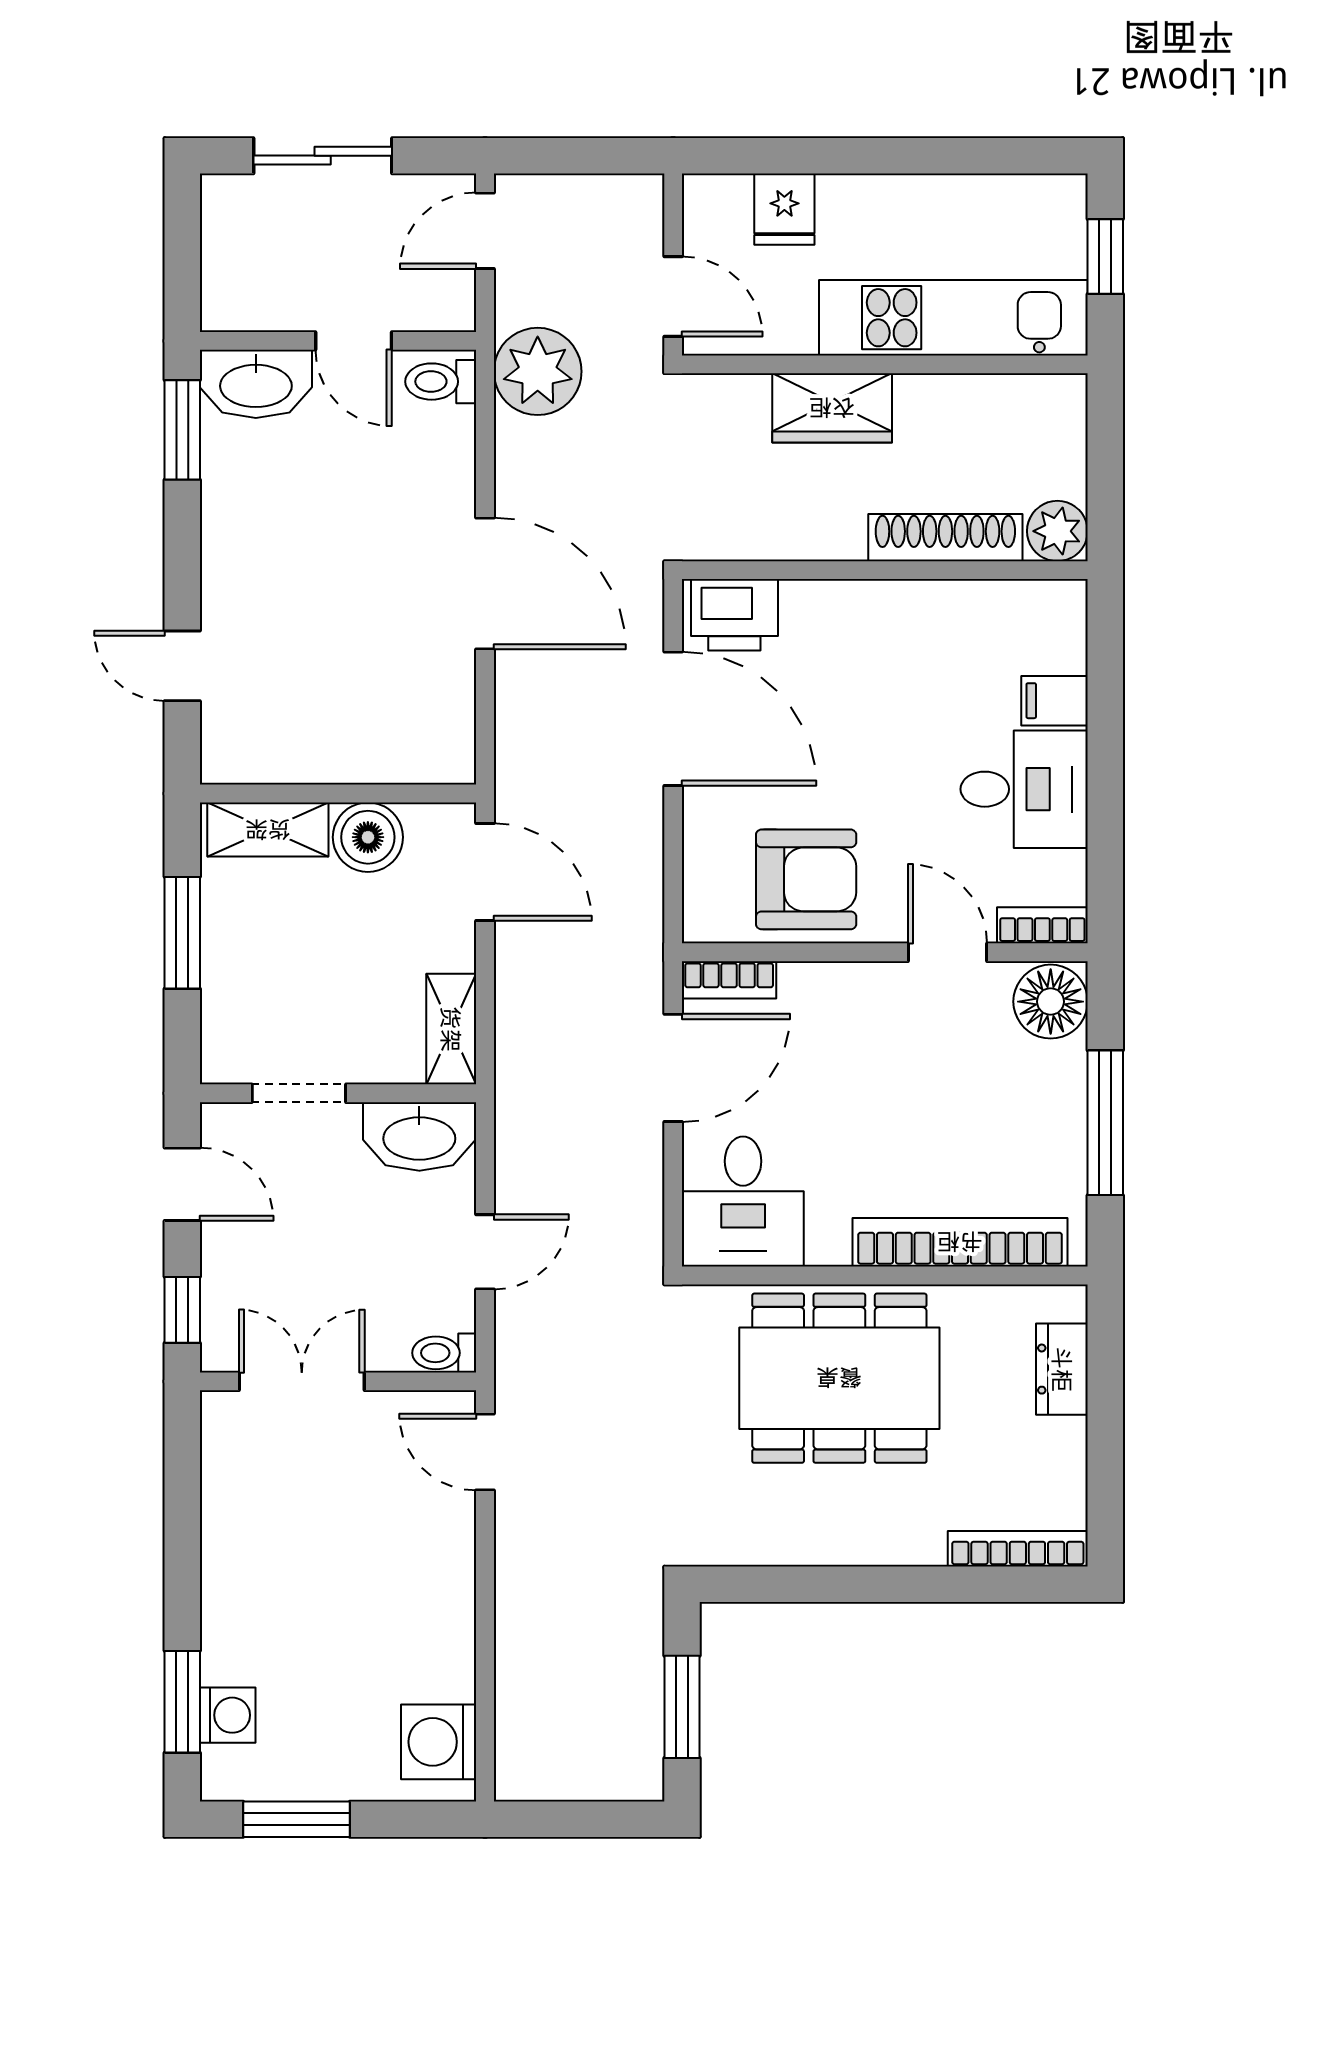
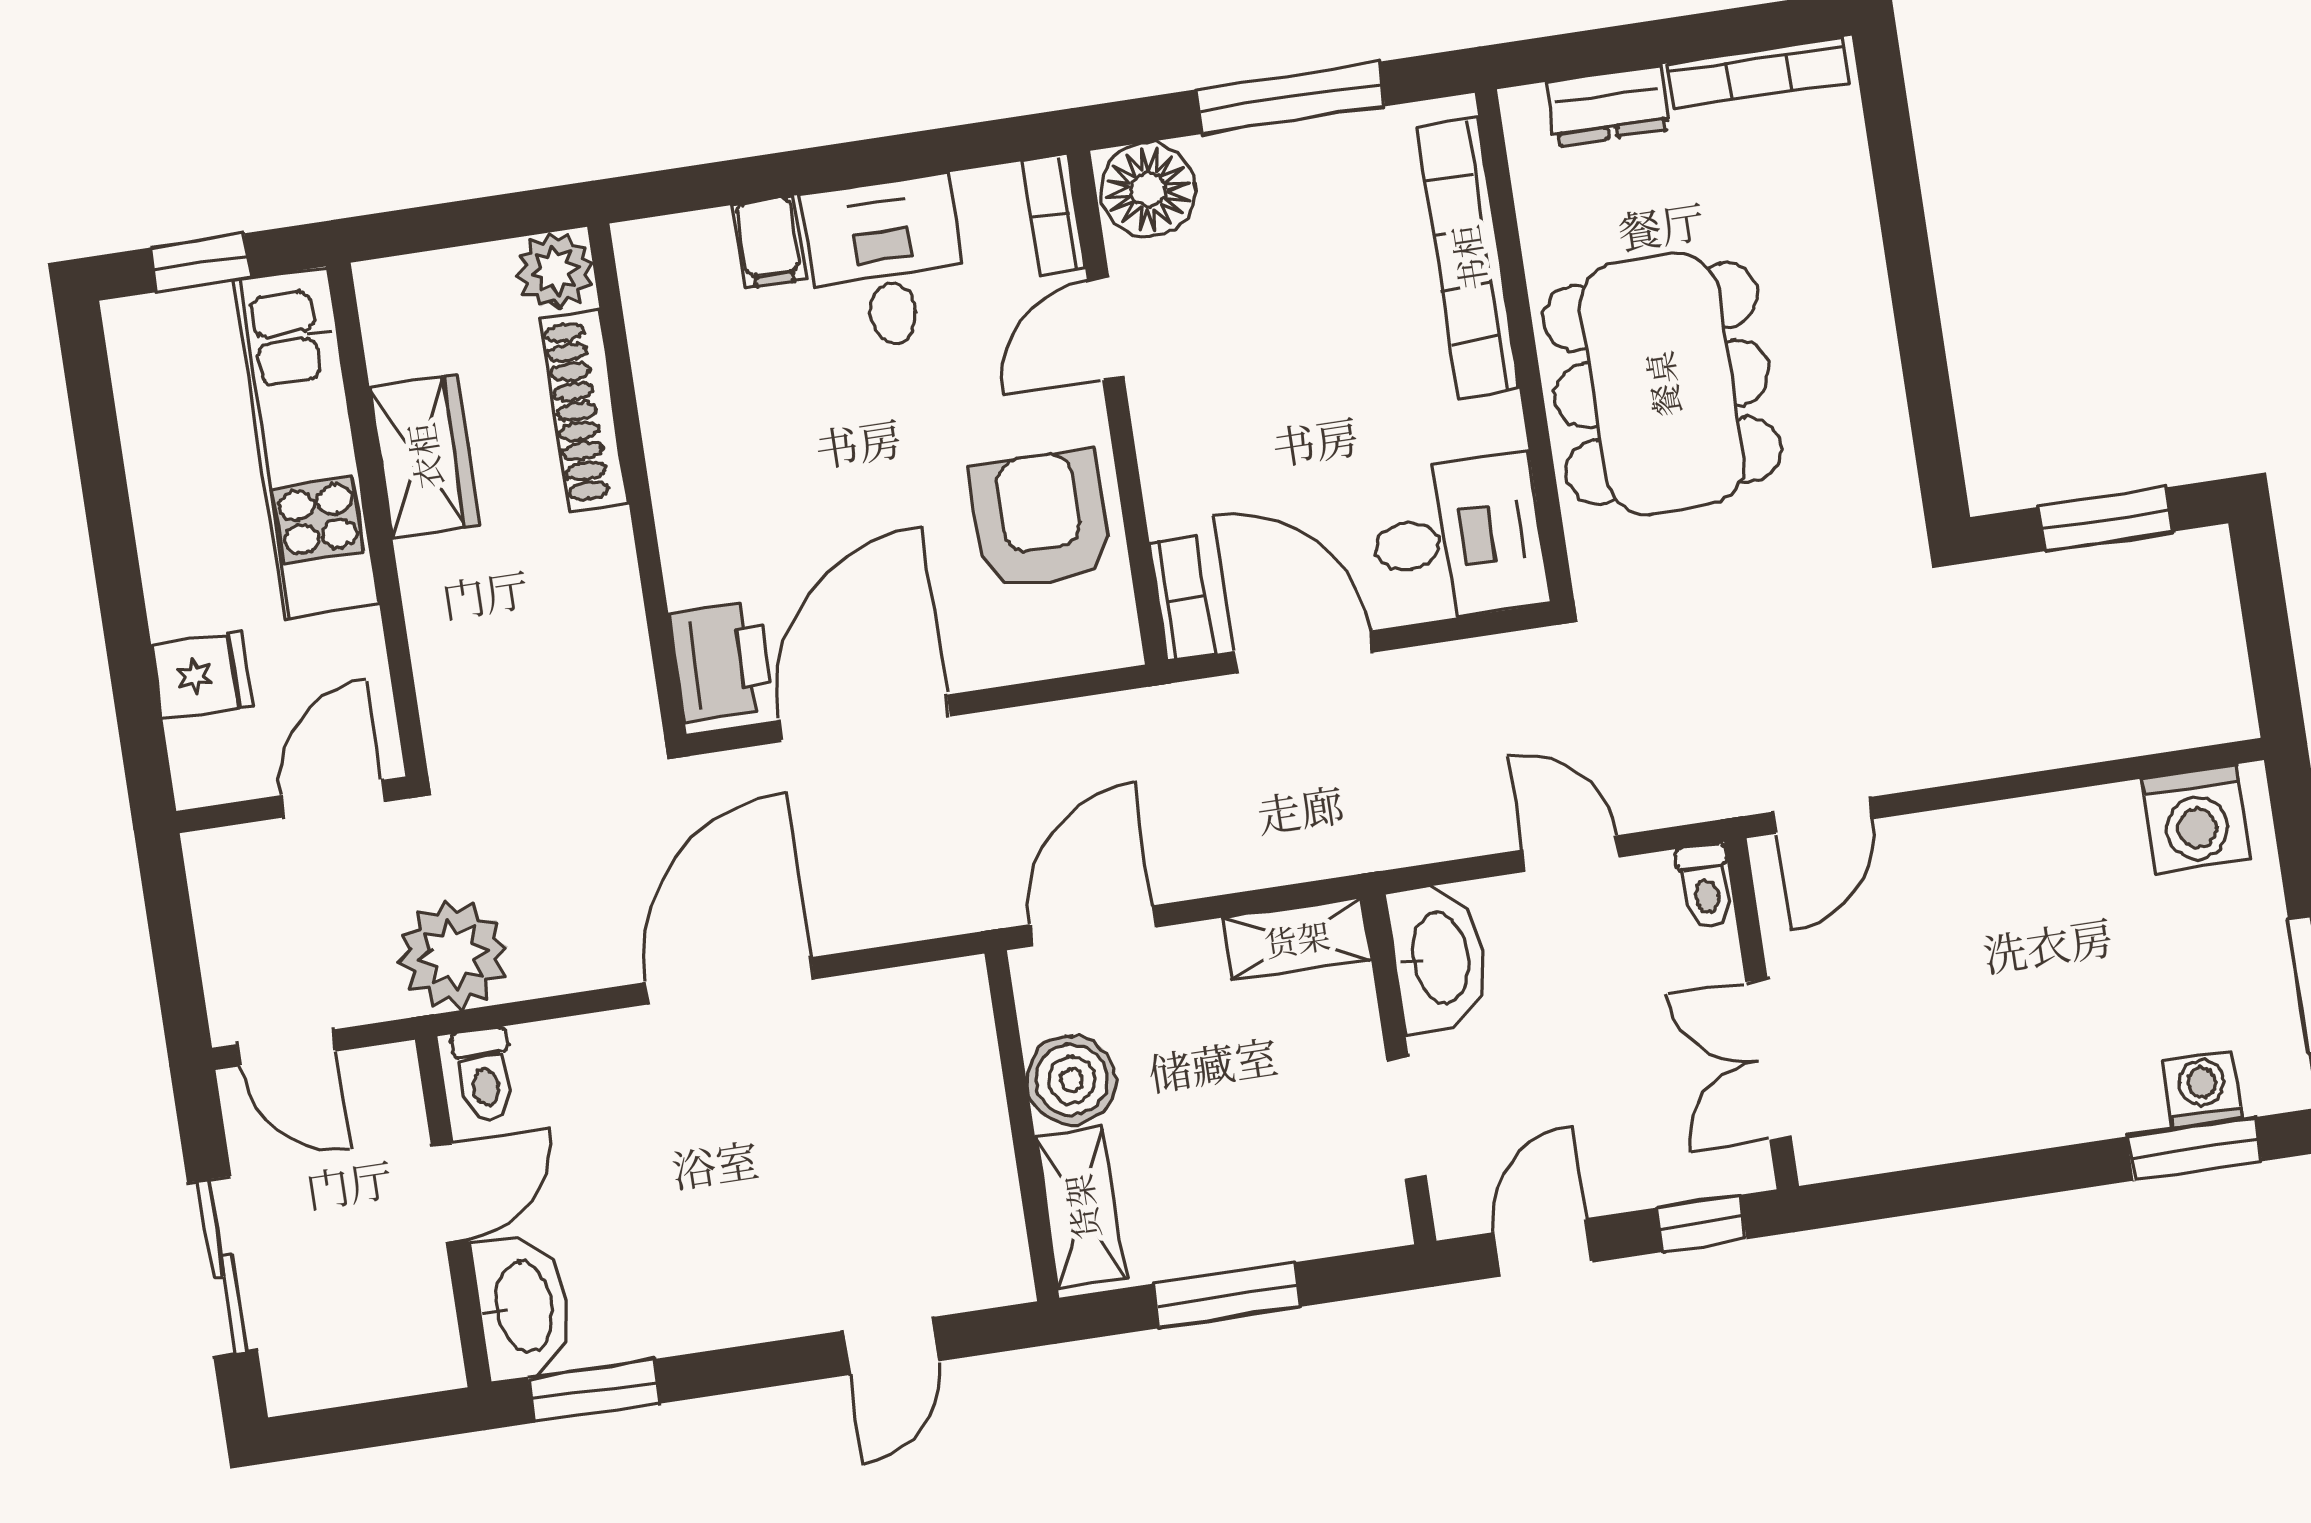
wardrobe: (832, 408) -> (424, 456), moved
bookcase: (1018, 1549) -> (1758, 73), moved, turned -90

